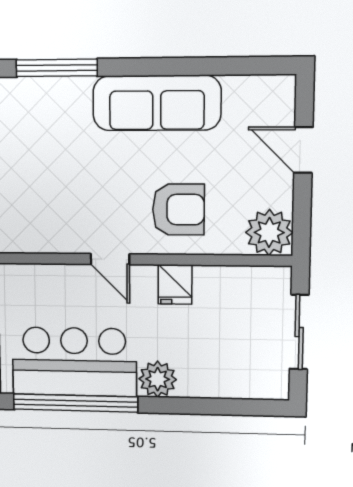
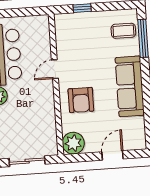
coffee table: (38, 109) -> (123, 31), added
fridge: (175, 284) -> (45, 101), removed

